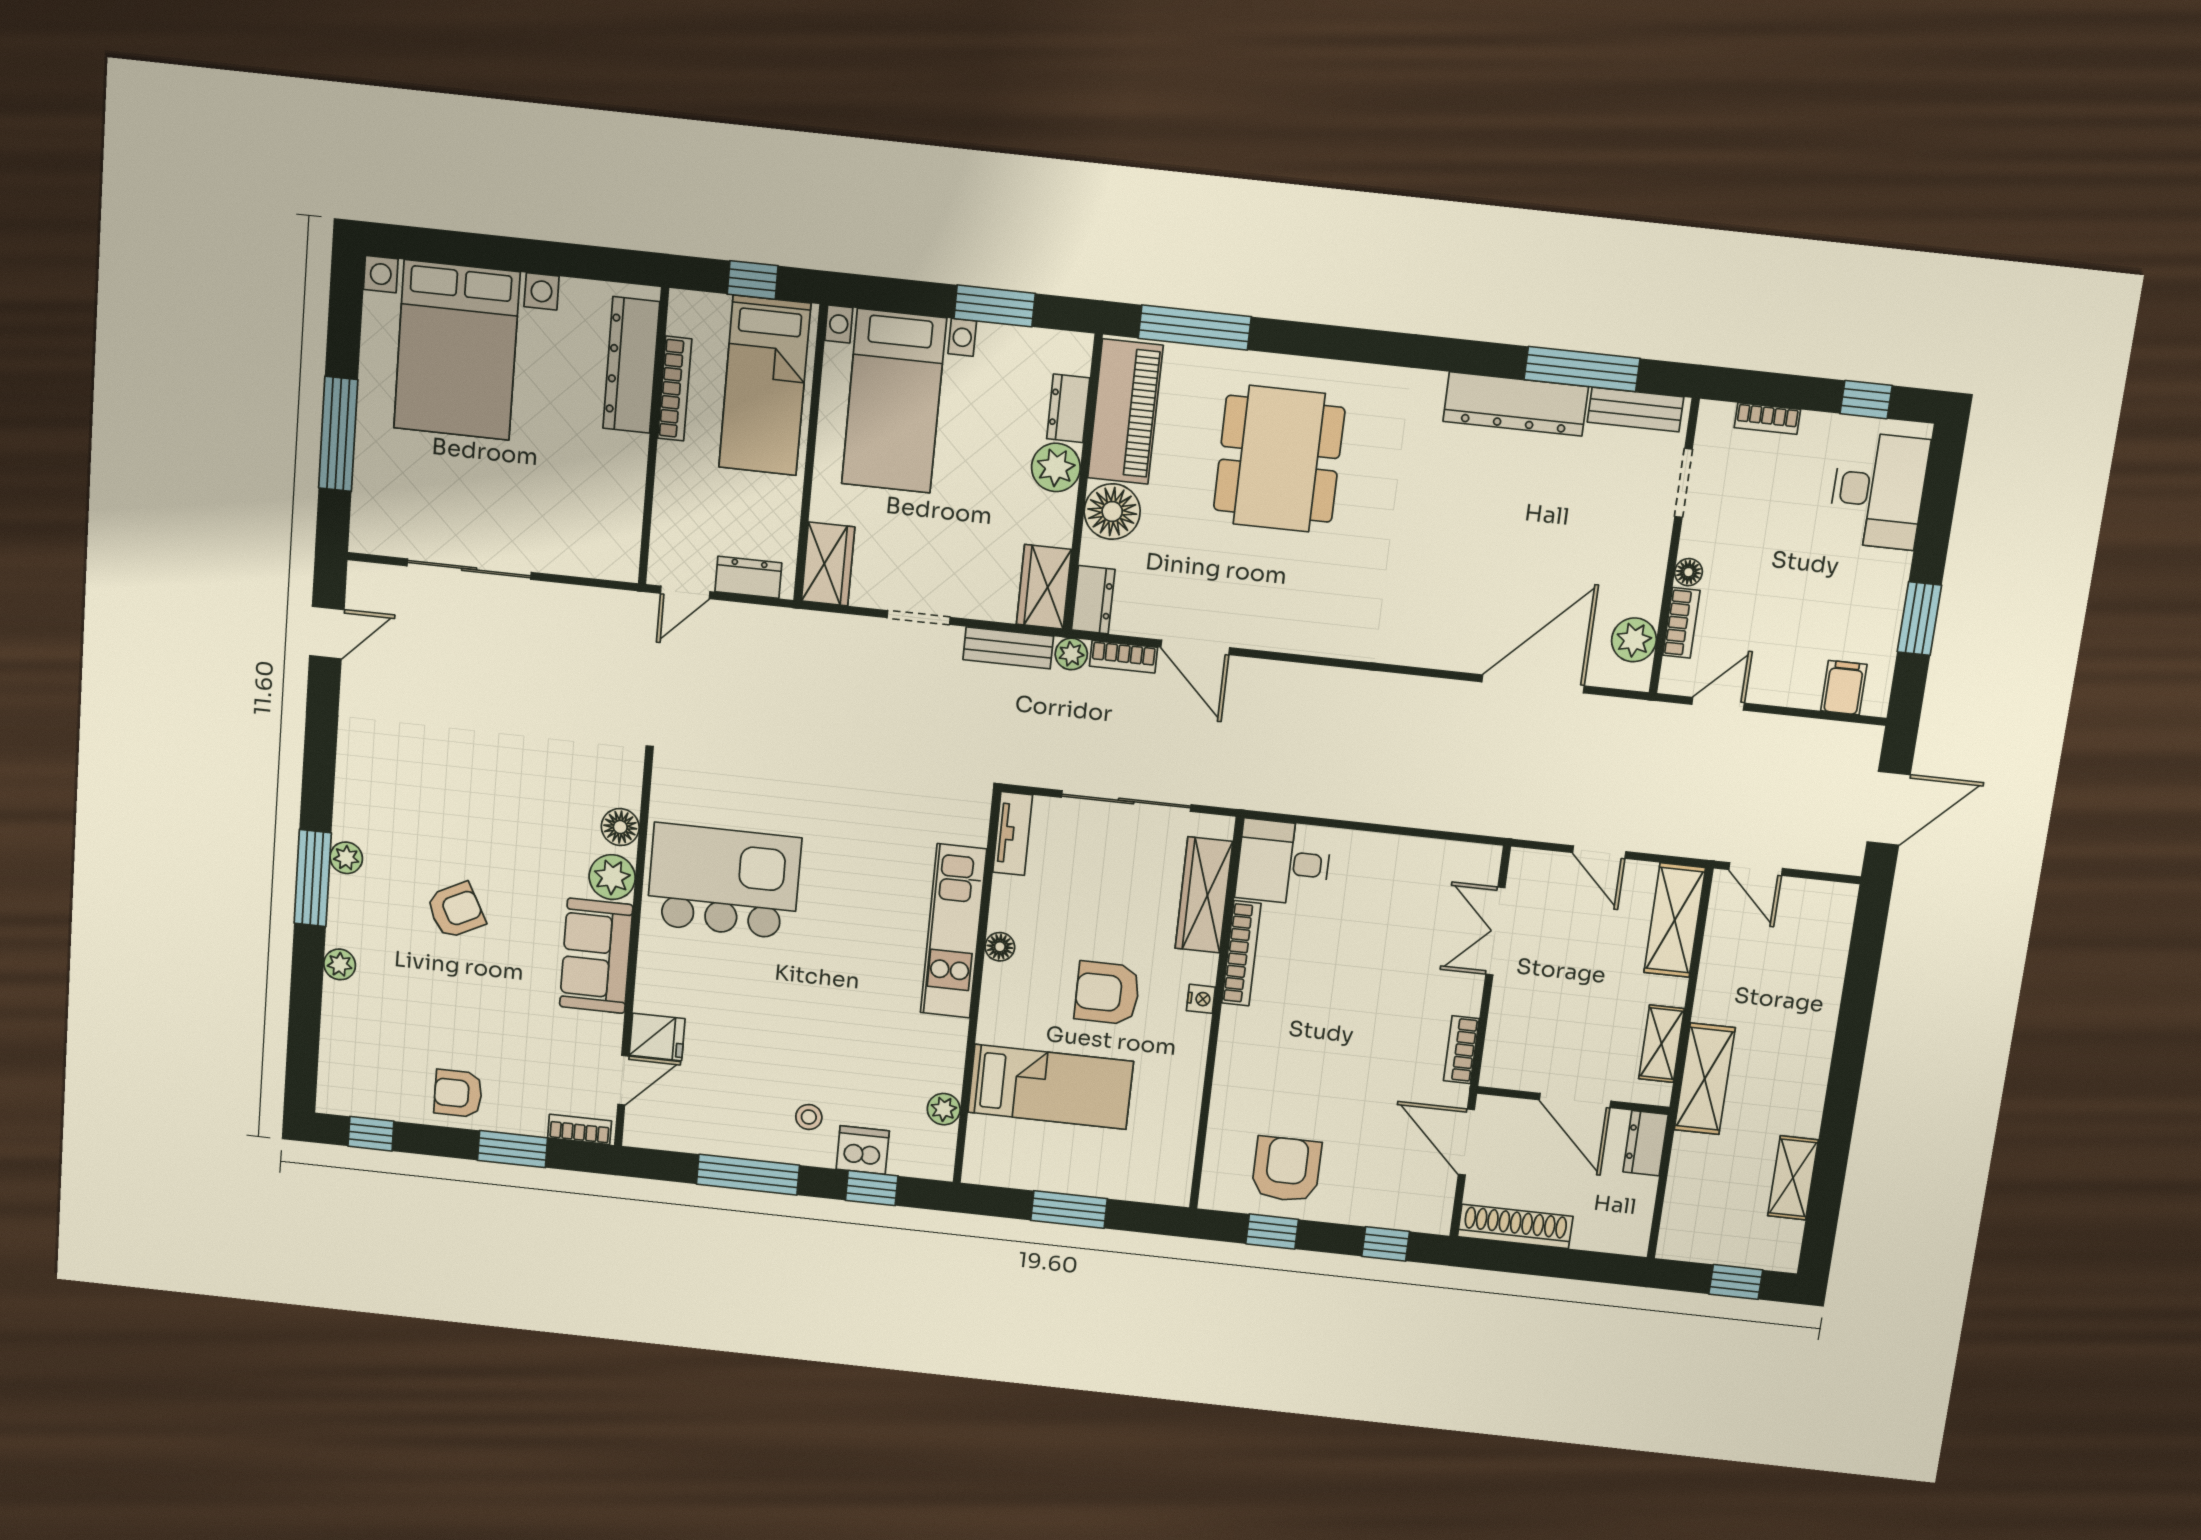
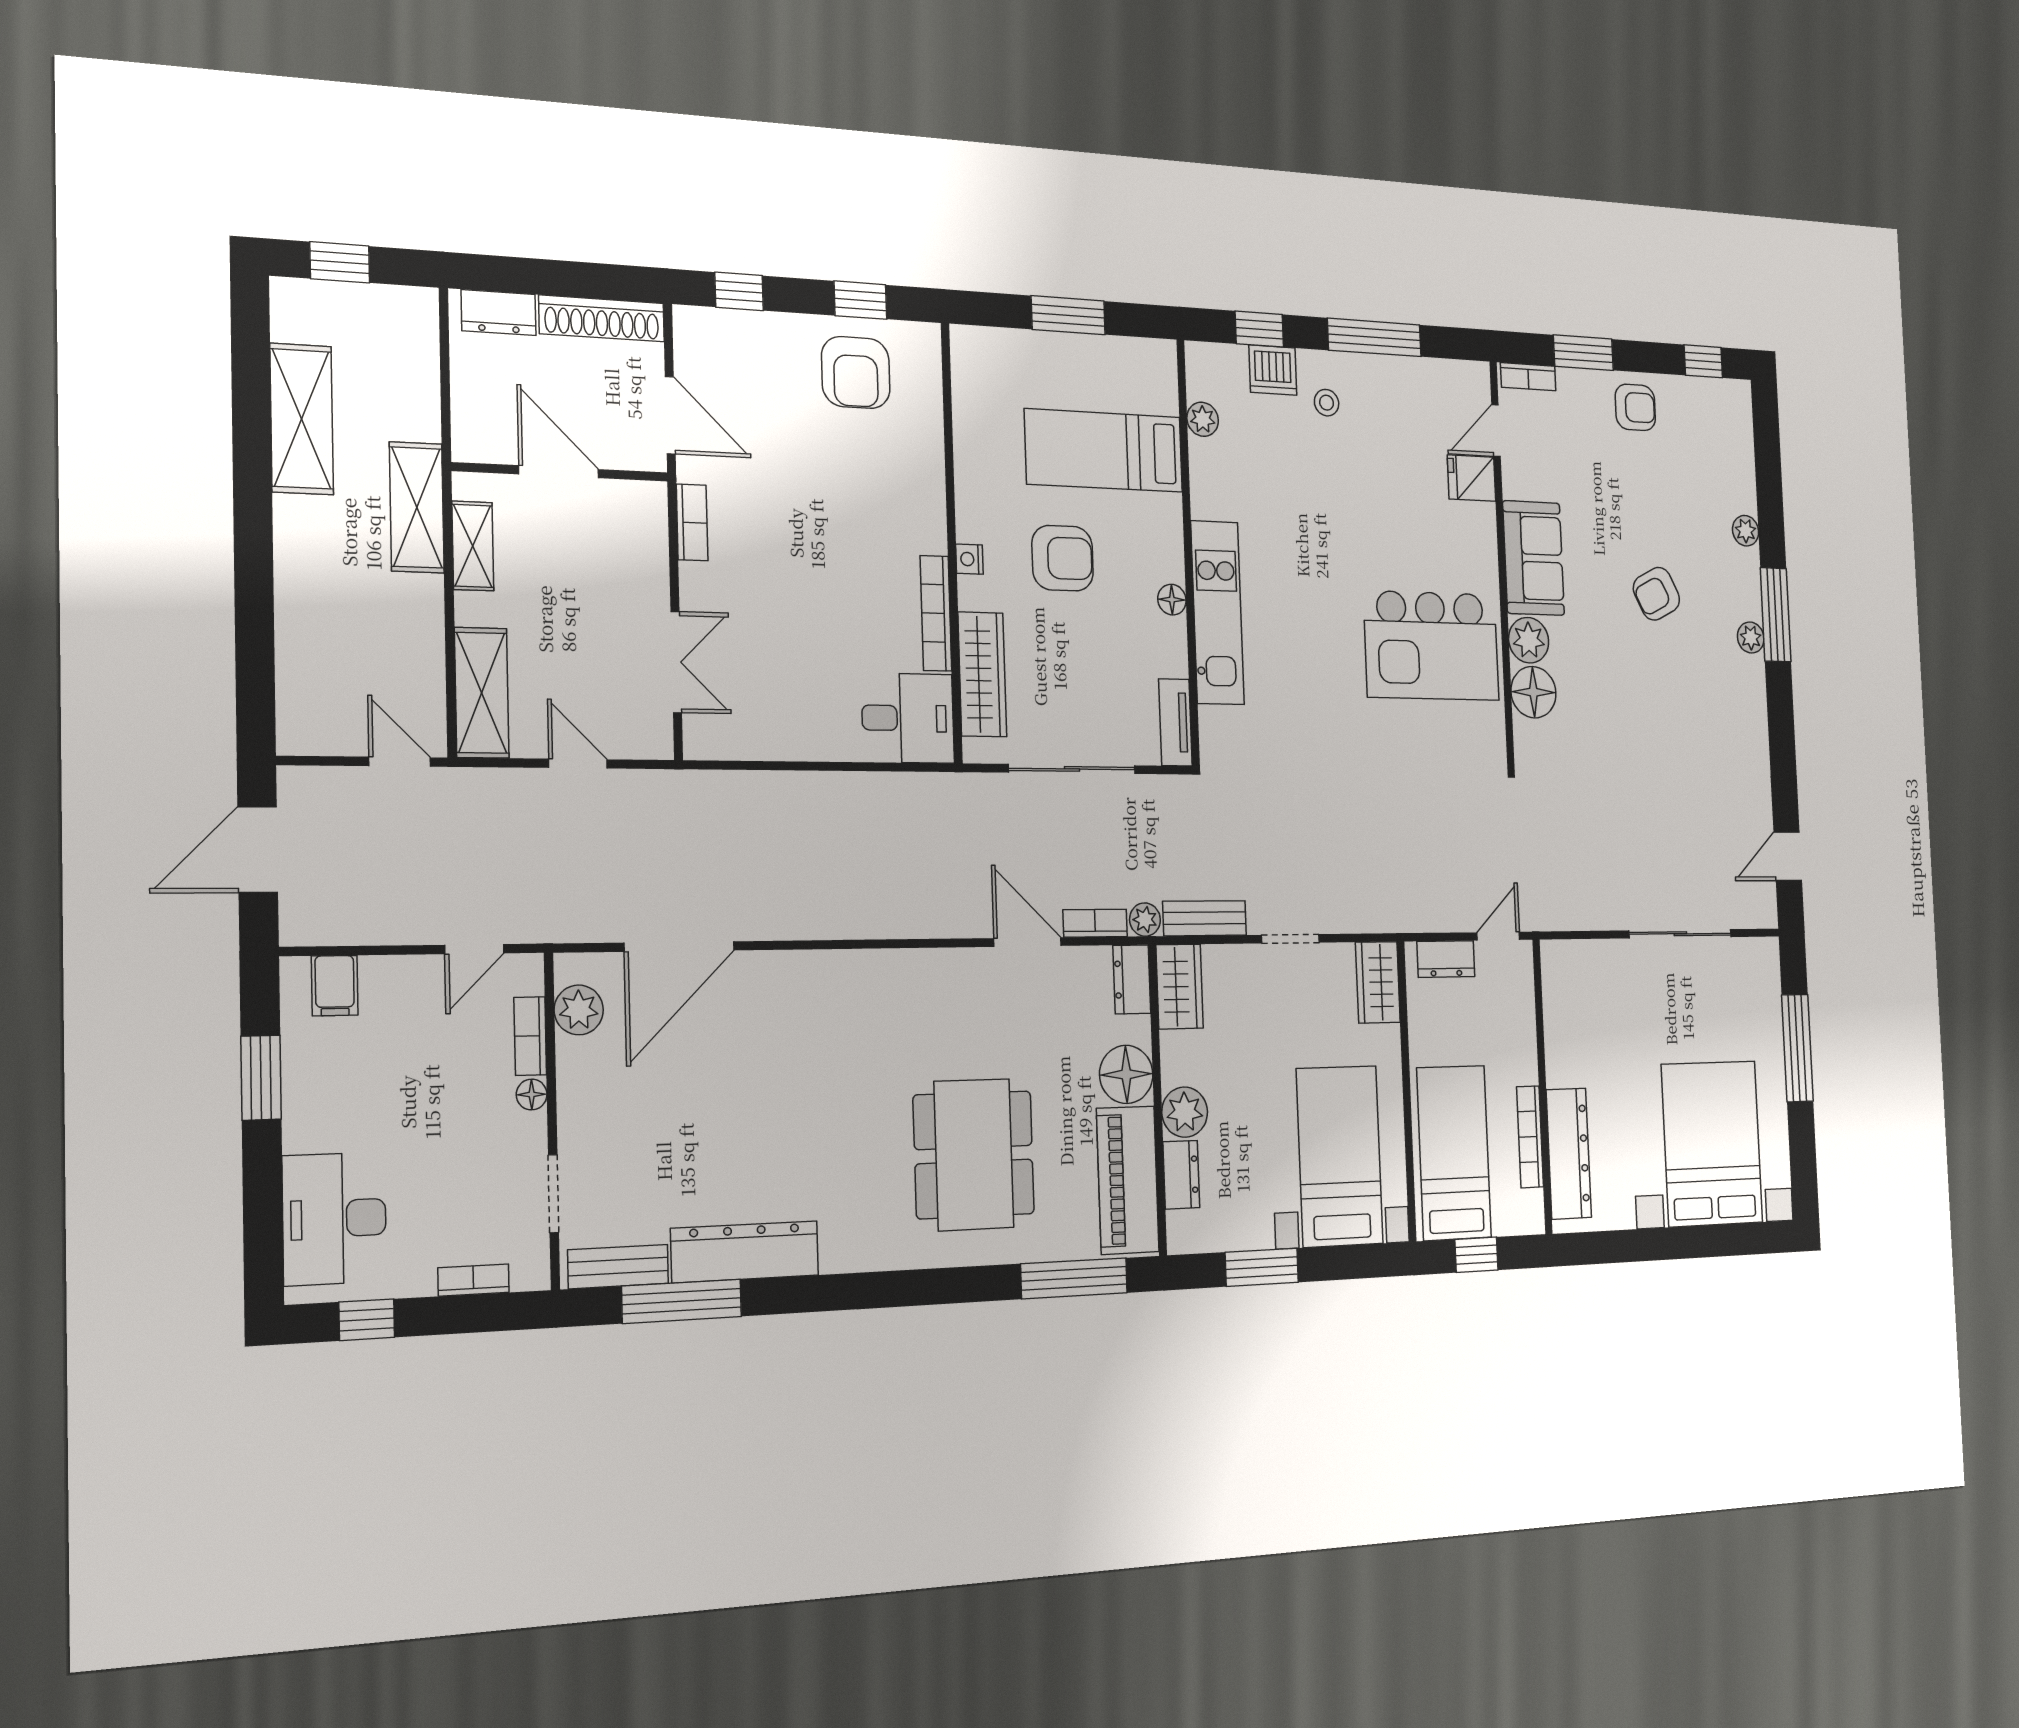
floor lamp: (620, 827) -> (1533, 692), width x1.38, depth x1.38
dresser: (1646, 1143) -> (499, 313), moved, turned 90
shelving: (1793, 1178) -> (302, 419), width x1.50, depth x1.33

